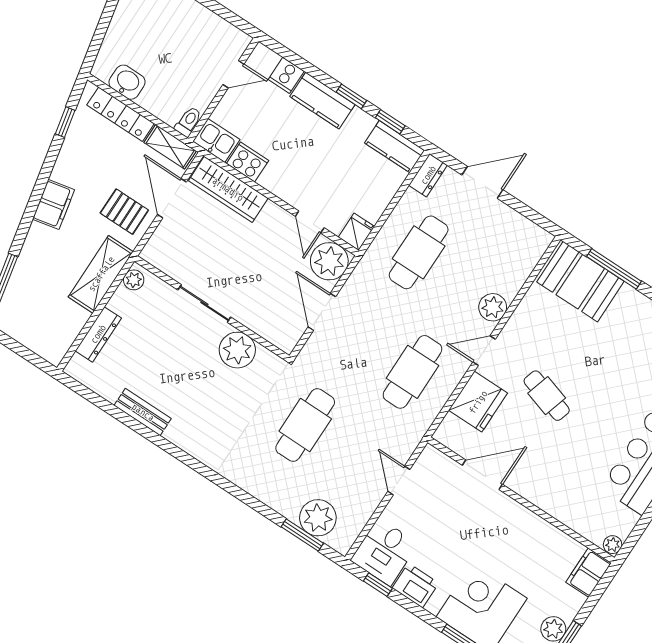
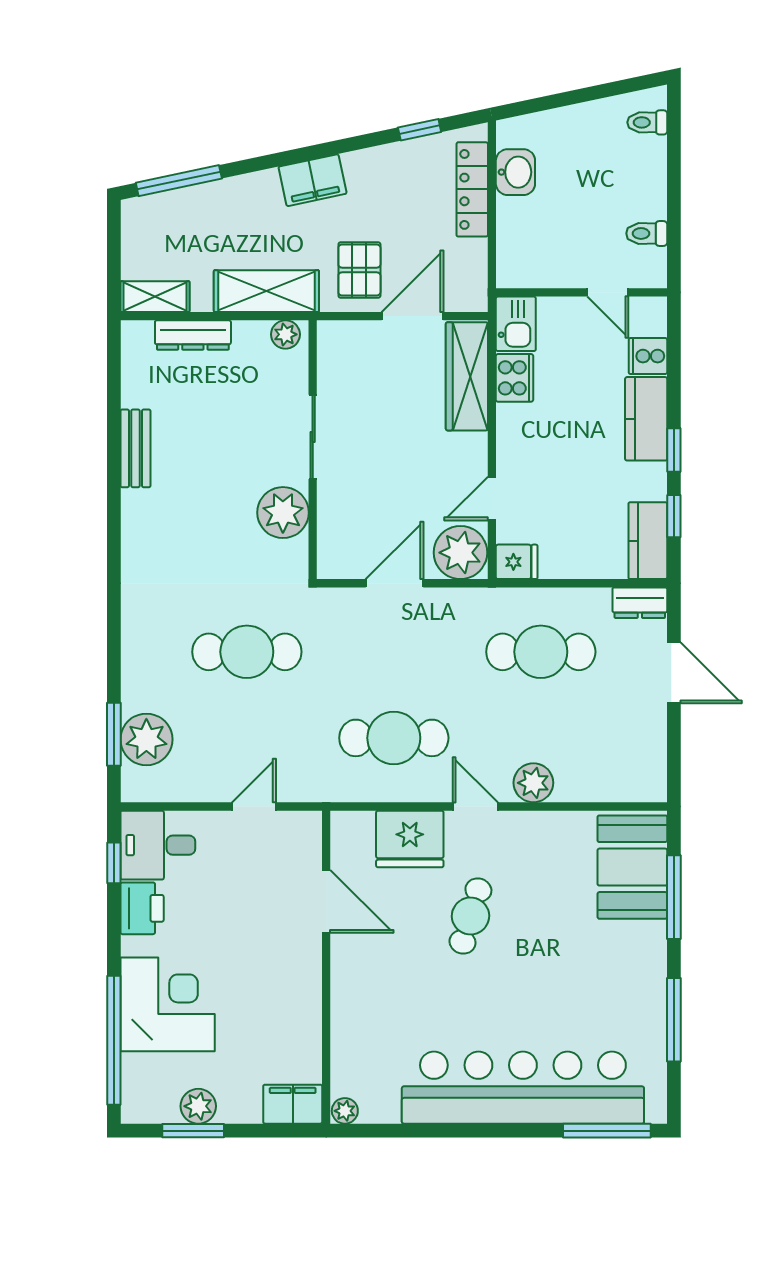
toilet: (188, 122) -> (647, 233), moved, turned 180
shelving: (170, 147) -> (155, 297), moved, turned 90

